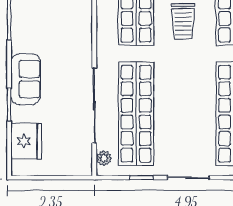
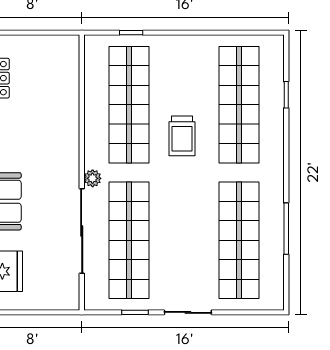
plant: (104, 158) -> (93, 178), moved

